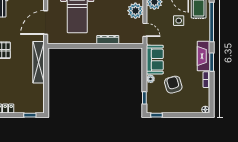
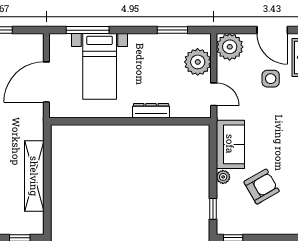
shelving: (39, 62) -> (34, 176), moved
armchair: (173, 85) -> (262, 187), turned 76

